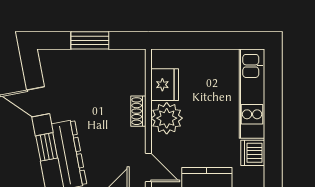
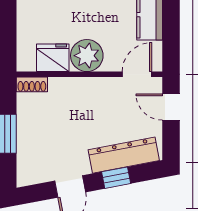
shoe rack: (138, 111) -> (32, 84), moved

